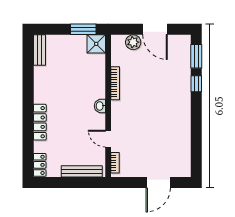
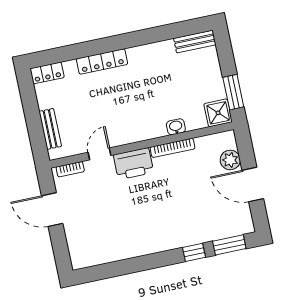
door: (155, 29) -> (253, 185), hinge flipped
washbasin: (100, 106) -> (176, 127), moved
printer: (121, 115) -> (133, 164), added
bench: (82, 171) -> (50, 129), width x0.73
door: (158, 182) -> (52, 210), moved

